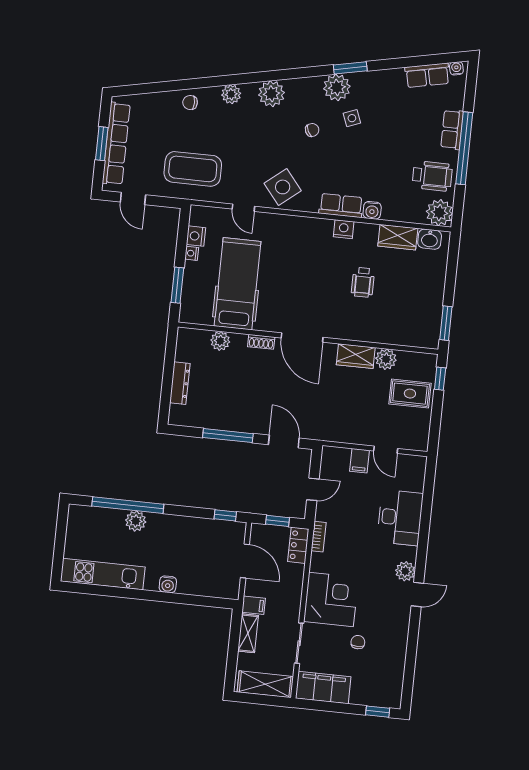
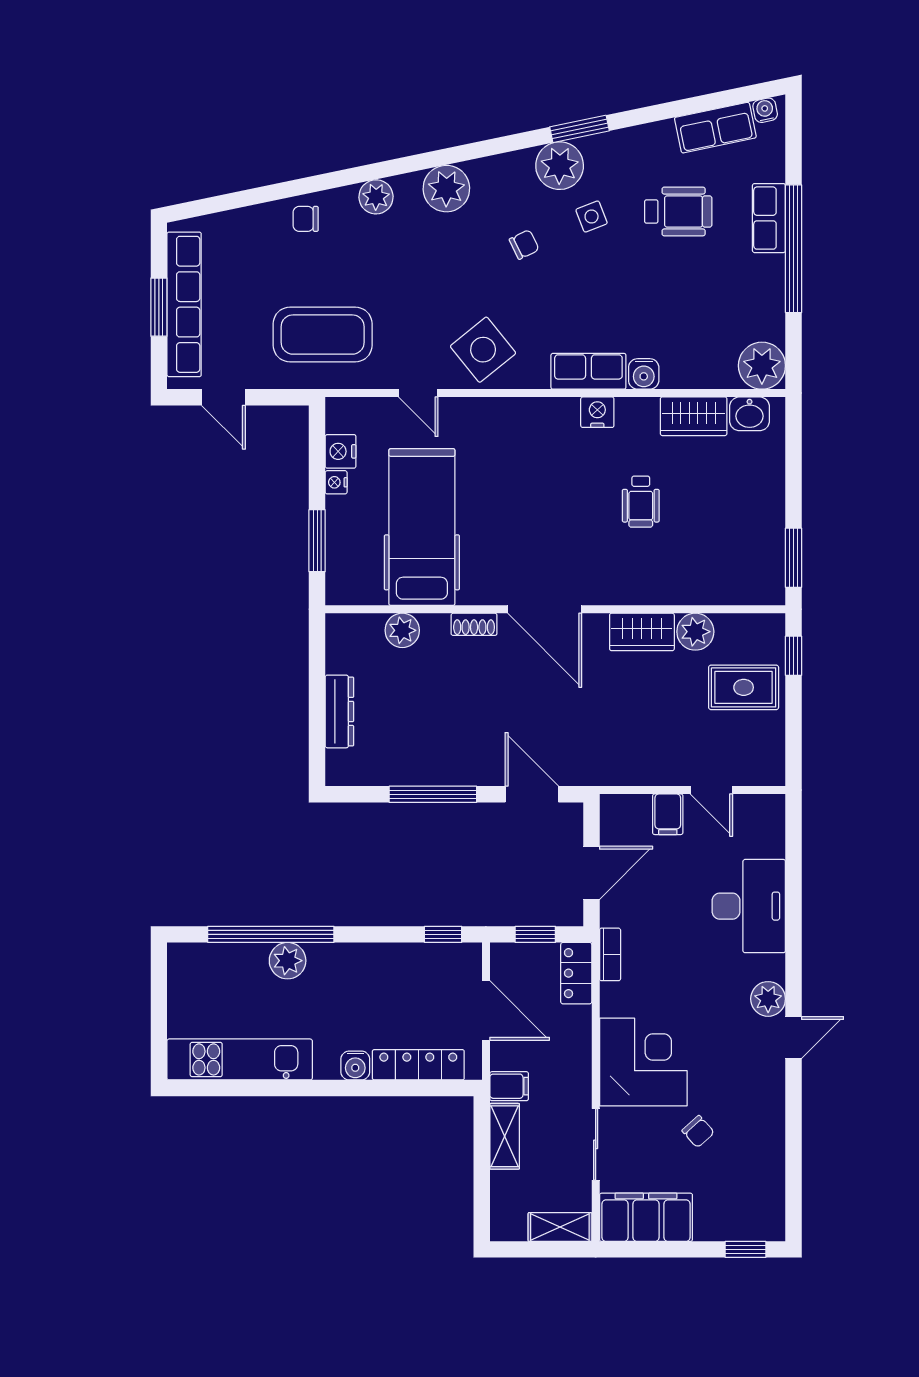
wheelchair: (432, 176) -> (678, 211), moved
door: (313, 489) -> (591, 873), width x1.38
locker: (203, 588) -> (418, 1065), added
chair: (358, 642) -> (698, 1132), turned 138
shelving: (265, 684) -> (560, 1227), width x0.67, depth x0.75

